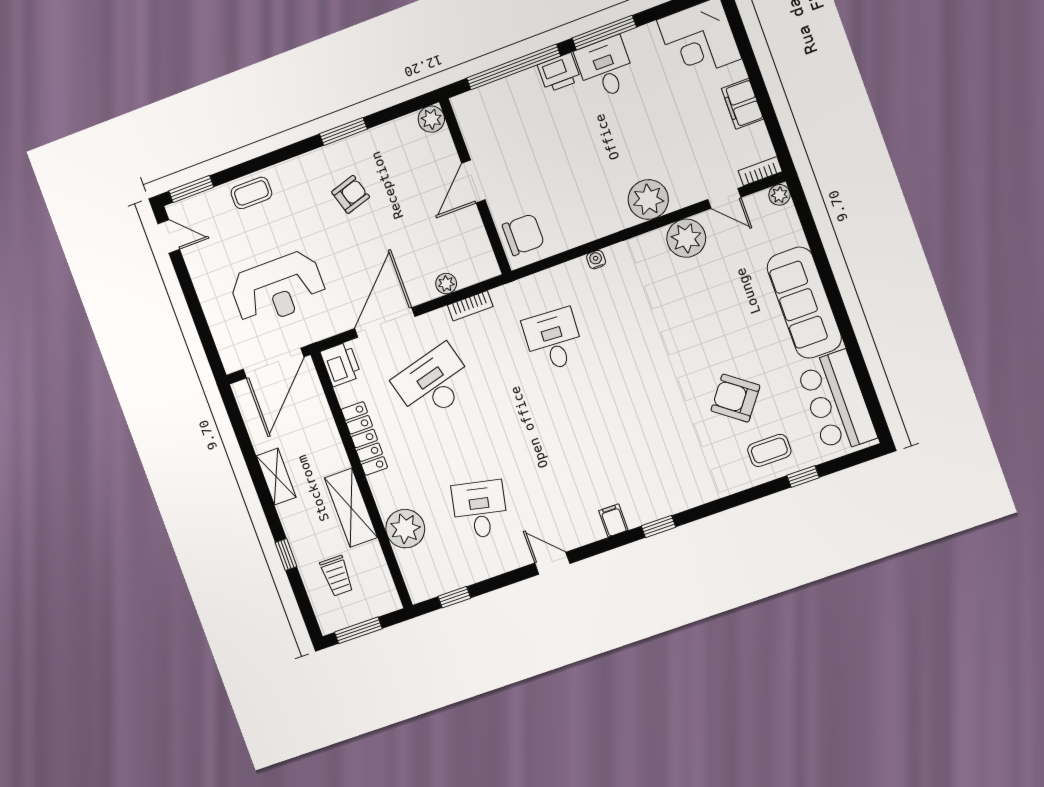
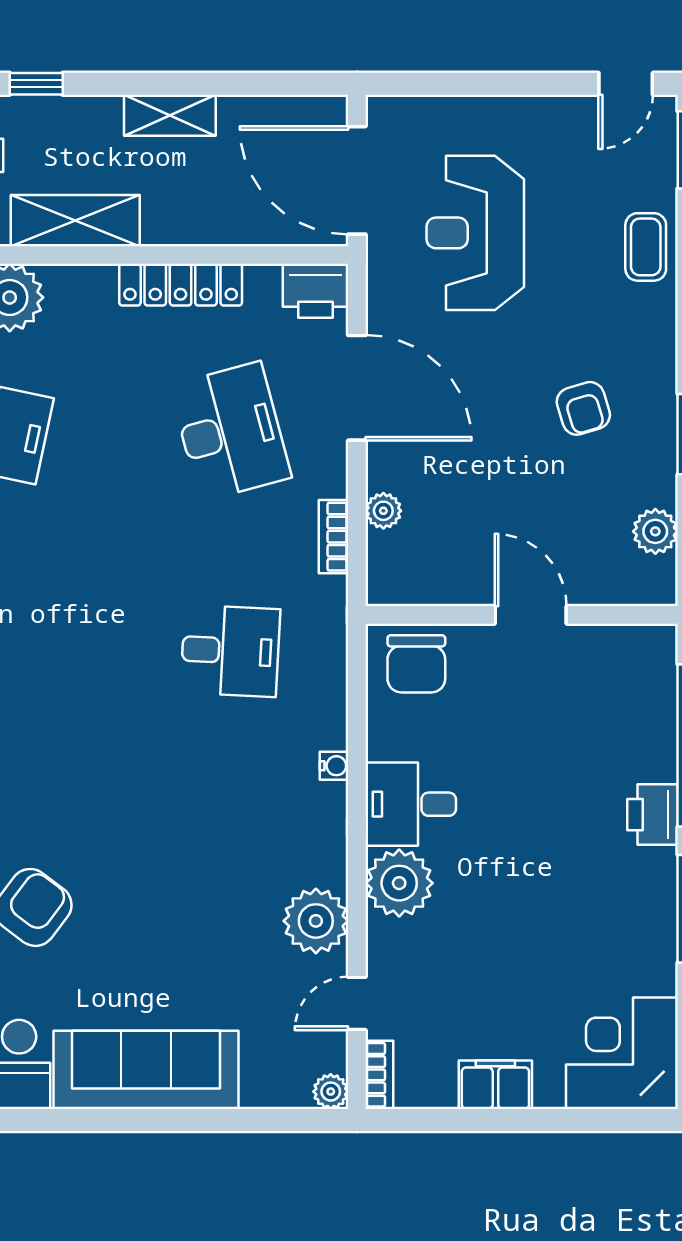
desk: (605, 68) -> (411, 804), moved, turned 180
plant: (431, 119) -> (655, 531), moved

